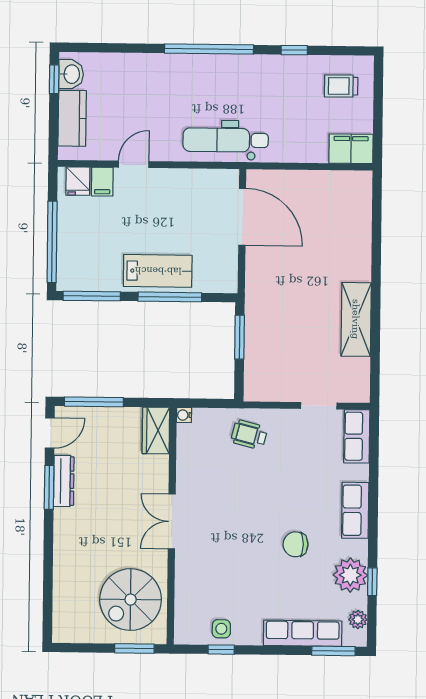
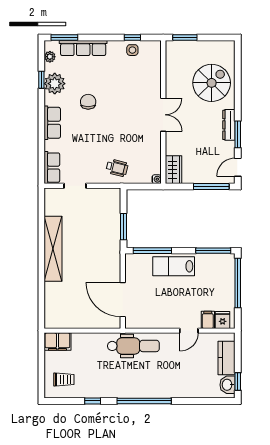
window: (170, 297) -> (152, 251), moved
shelving: (356, 319) -> (53, 249), width x1.47
dresser: (64, 481) -> (229, 125), moved
chair: (296, 544) -> (88, 102), turned -90
spiral stairs: (131, 600) -> (212, 83), moved

